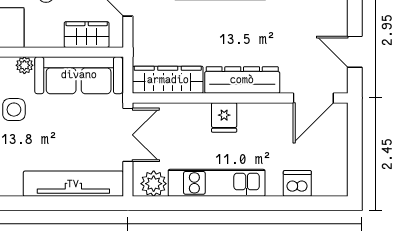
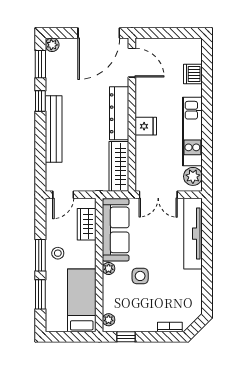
door: (355, 52) -> (99, 33), width x1.88
double door: (128, 135) -> (158, 195), swing flipped

